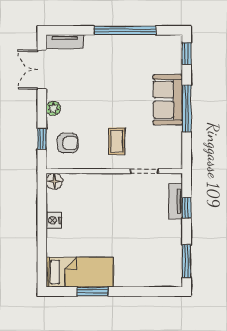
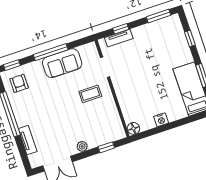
tv unit: (65, 42) -> (28, 140), moved
sofa: (168, 100) -> (62, 63), moved
armchair: (68, 143) -> (19, 83), moved
window: (145, 291) -> (190, 38), added

